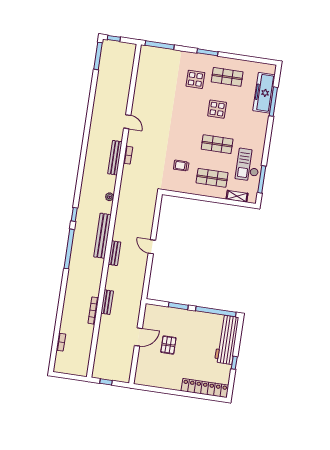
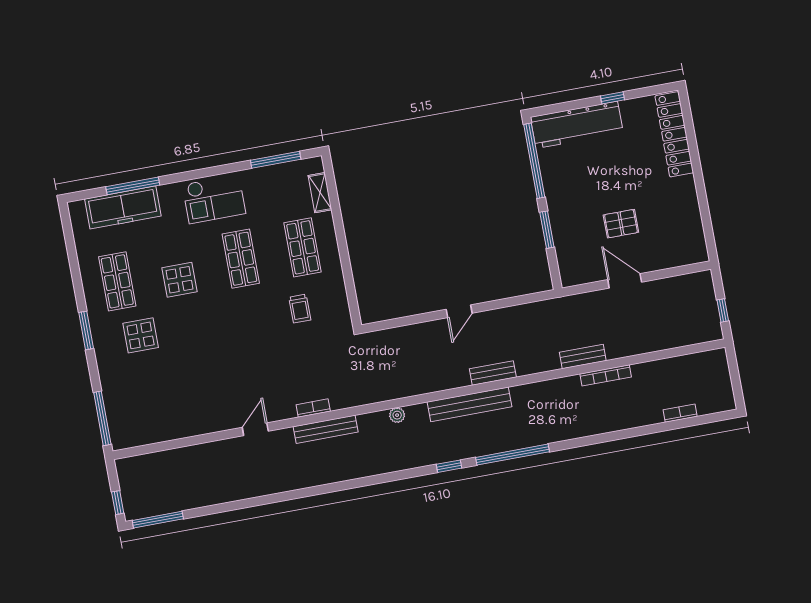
checkout: (248, 165) -> (214, 199), moved

